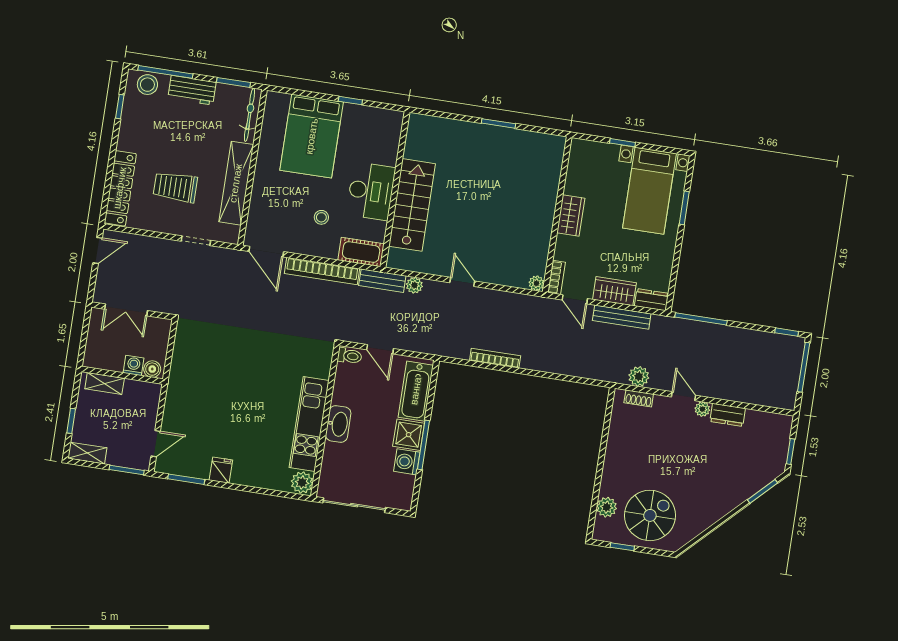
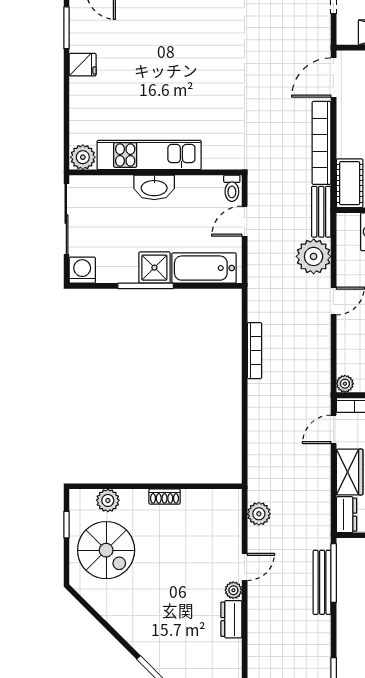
plant: (414, 285) -> (314, 256), width x1.88, depth x1.88
bench: (622, 317) -> (322, 582), moved
shoe rack: (639, 398) -> (165, 497), moved, turned -90
washing machine: (407, 462) -> (82, 270), moved

